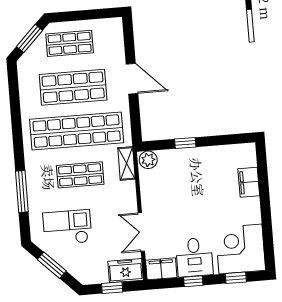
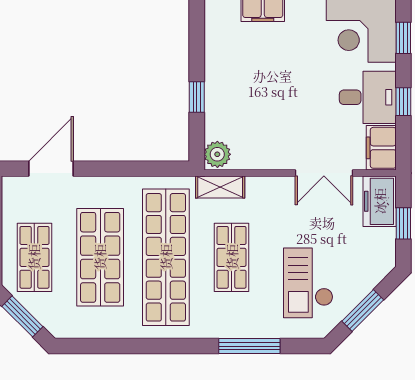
door: (132, 79) -> (51, 169), moved

